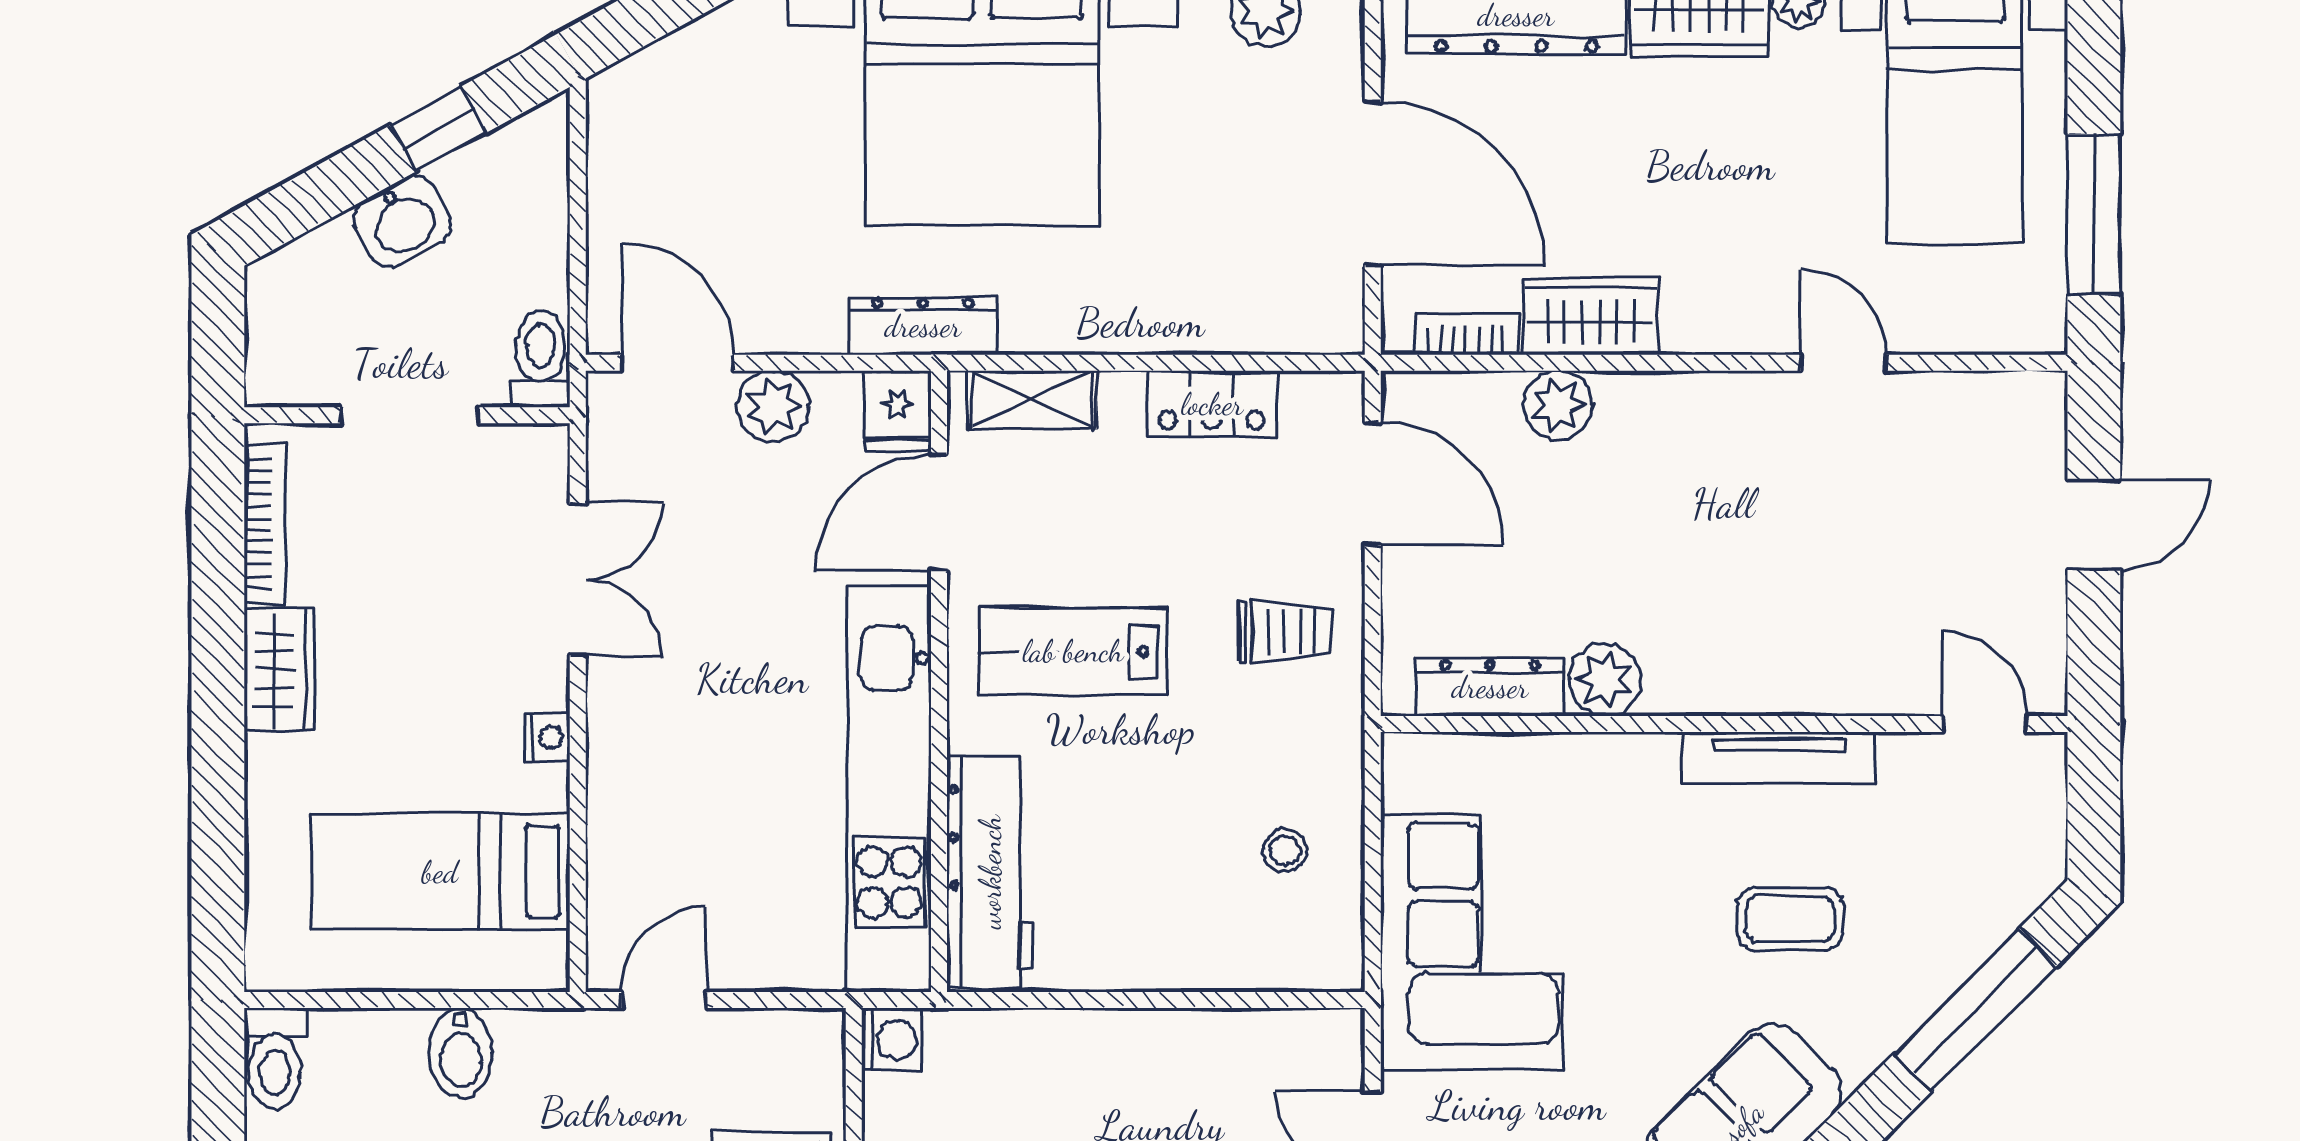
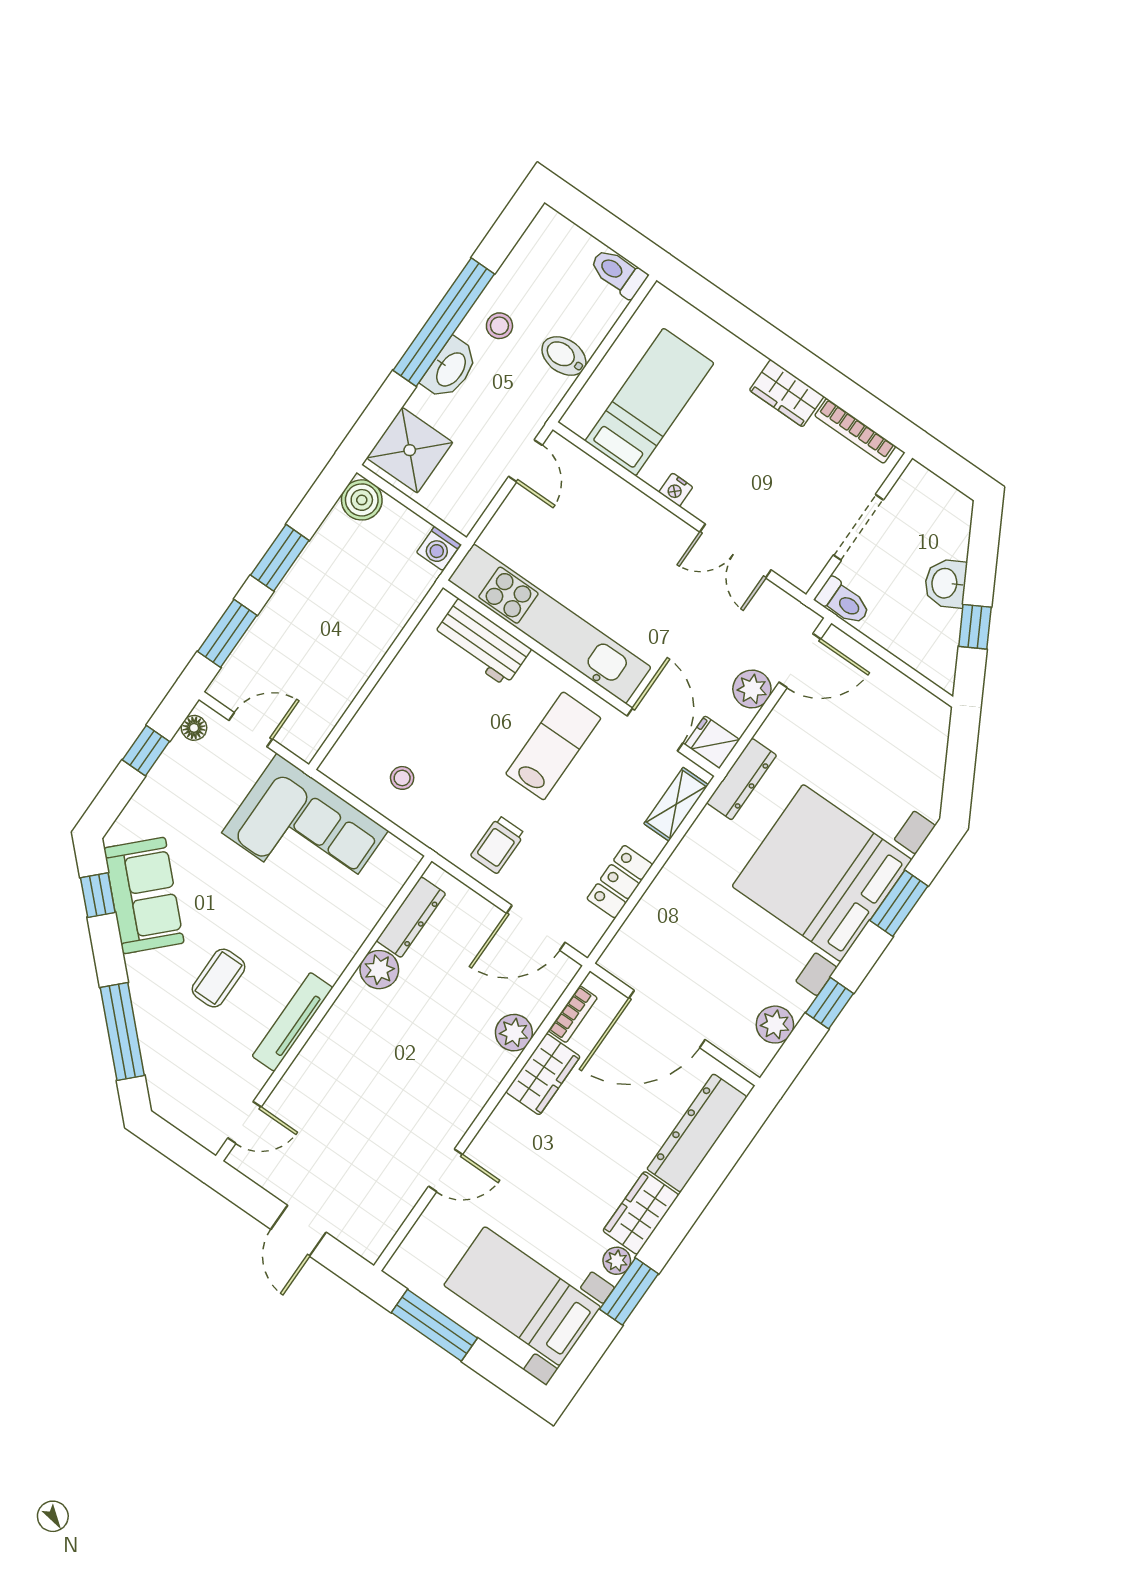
workbench: (990, 872) -> (482, 642), width x0.73

